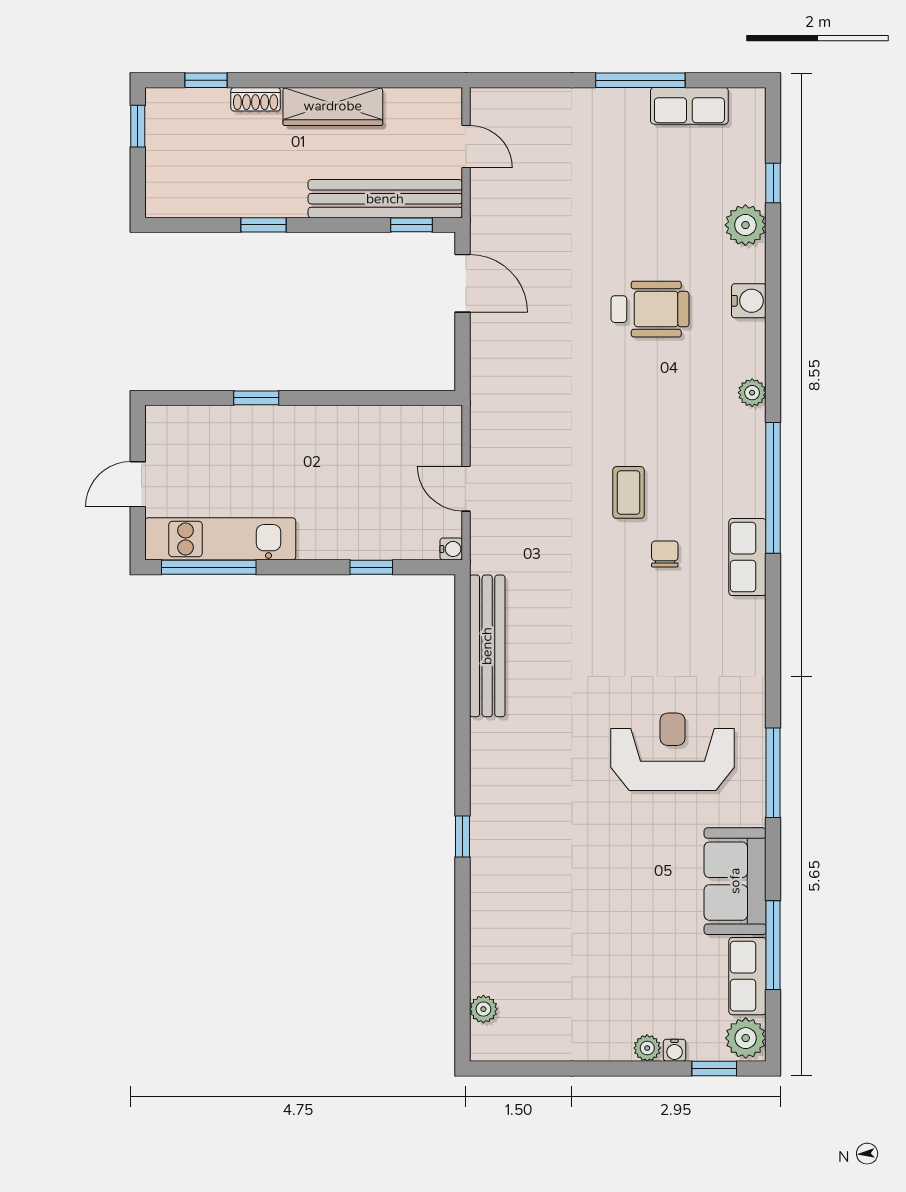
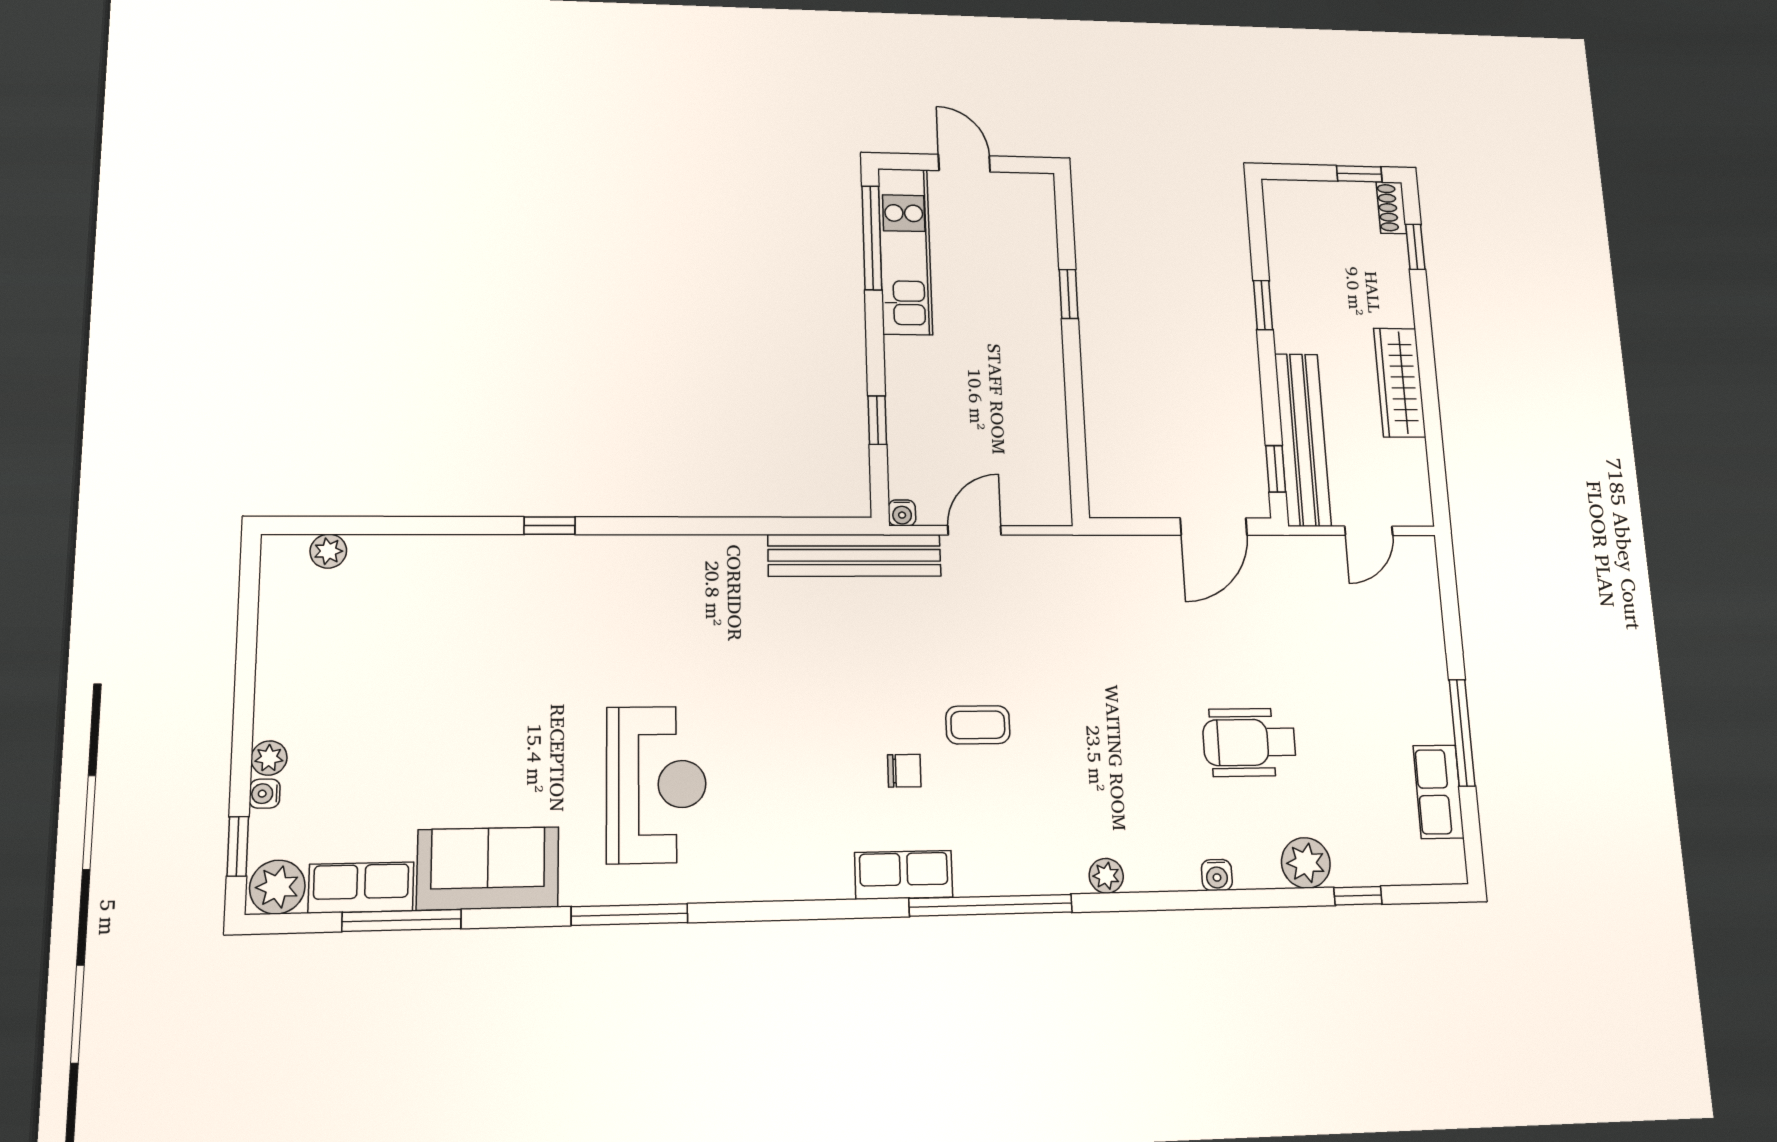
shoe rack: (256, 99) -> (1391, 208), moved
water cooler: (749, 301) -> (1217, 875), width x0.72, depth x0.72
wheelchair: (650, 309) -> (1249, 742), moved, turned 90
bench: (487, 646) -> (855, 555), moved

